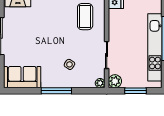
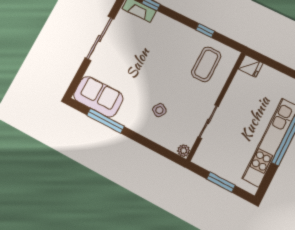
plant: (115, 81) -> (202, 158), removed
window: (56, 91) -> (105, 121), moved

